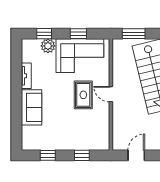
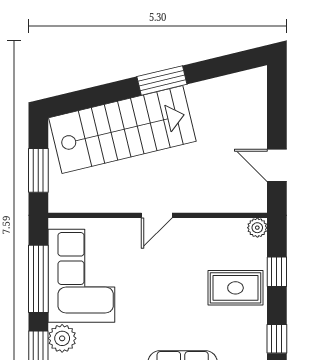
window: (78, 34) -> (38, 279), width x2.17
rug: (83, 95) -> (235, 288), moved
plant: (104, 145) -> (257, 228), added

